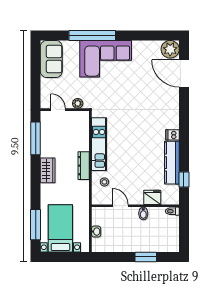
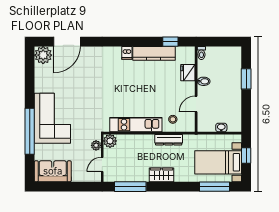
plant: (82, 118) -> (110, 141), added
dresser: (84, 166) -> (169, 140), moved
window: (67, 257) -> (246, 155), added

